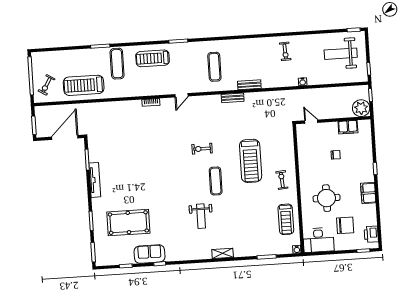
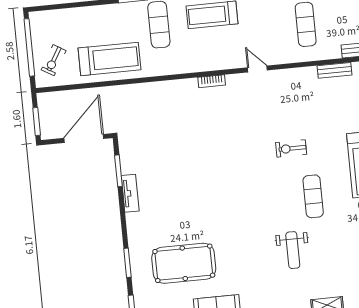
treadmill: (84, 85) -> (110, 59), turned 180
door: (181, 95) -> (257, 69), swing flipped
tv unit: (95, 180) -> (130, 193), width x0.71

